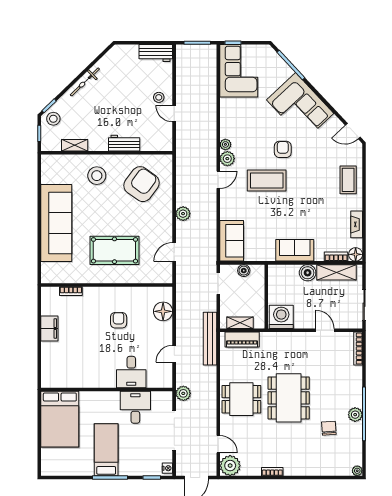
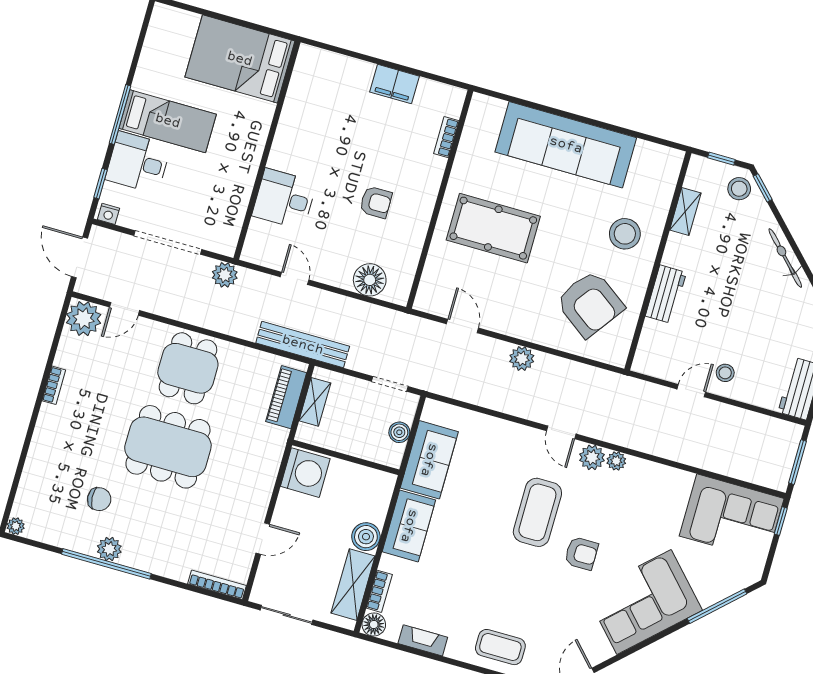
sofa: (232, 241) -> (429, 460), moved, turned -90
pool table: (114, 250) -> (493, 228), turned 90
desk: (135, 407) -> (138, 162), moved, turned 180

